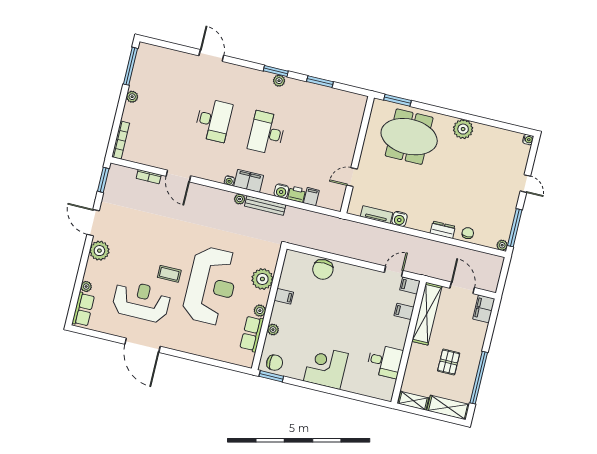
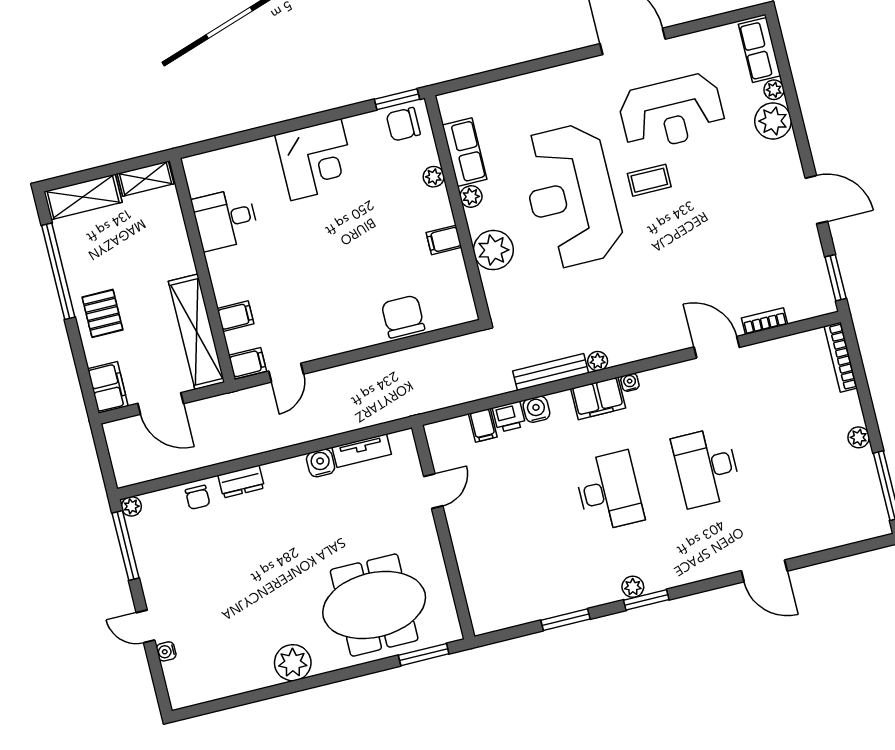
water cooler: (528, 139) -> (166, 651), moved
plant: (99, 251) -> (773, 121), moved
pallet: (449, 362) -> (102, 313), moved

